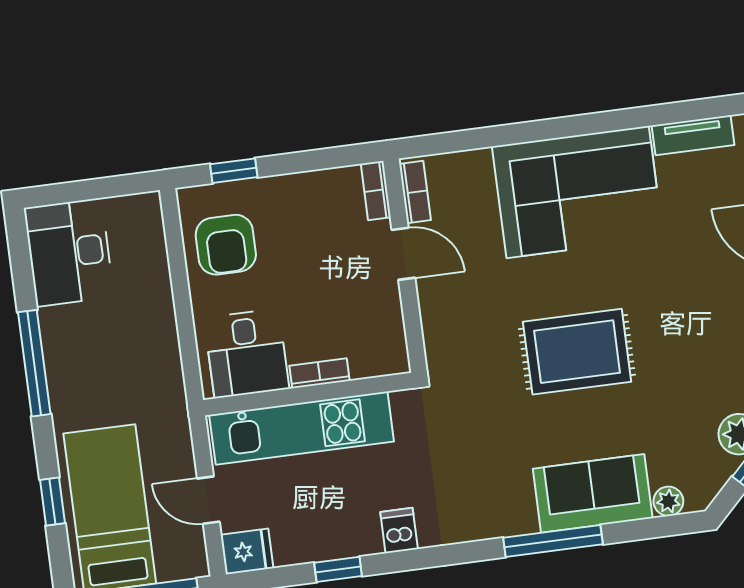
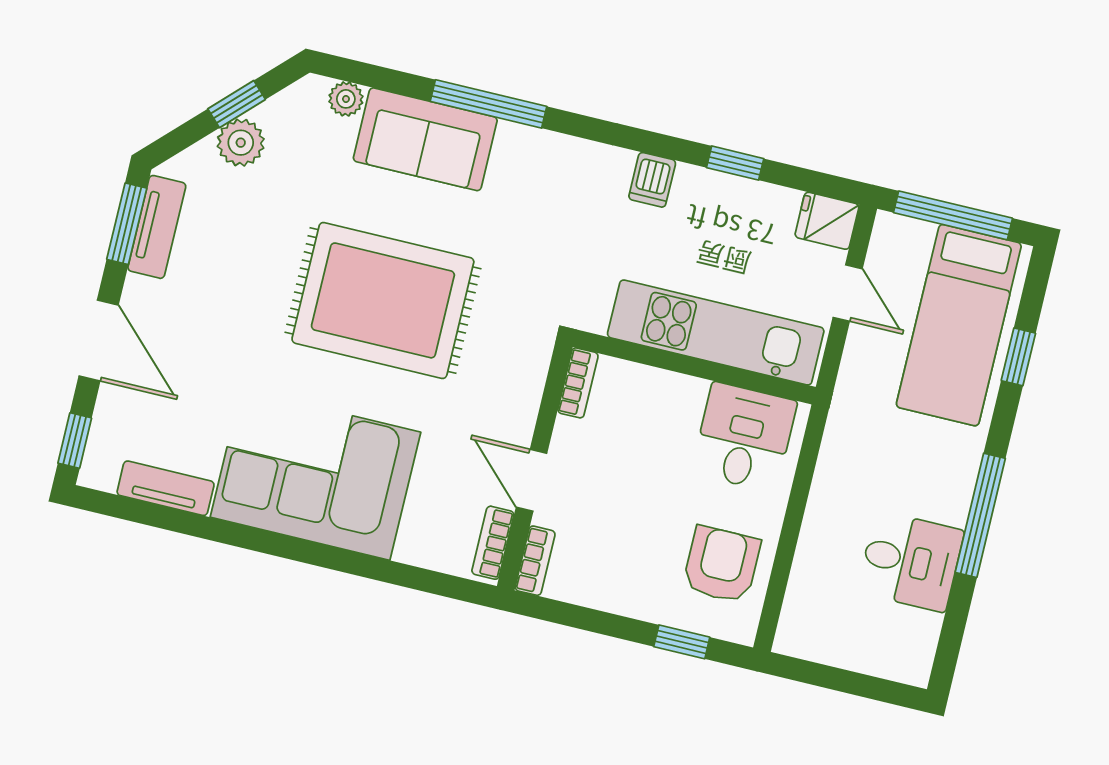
desk: (69, 252) -> (911, 561), moved, width x0.73
rug: (577, 352) -> (383, 300), width x1.37, depth x1.44
bookcase: (319, 373) -> (578, 383), moved, turned -90

